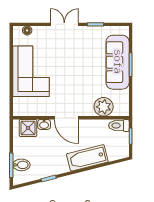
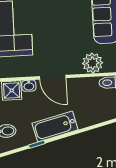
bathtub: (87, 158) -> (55, 126), moved

